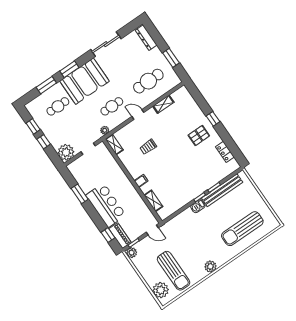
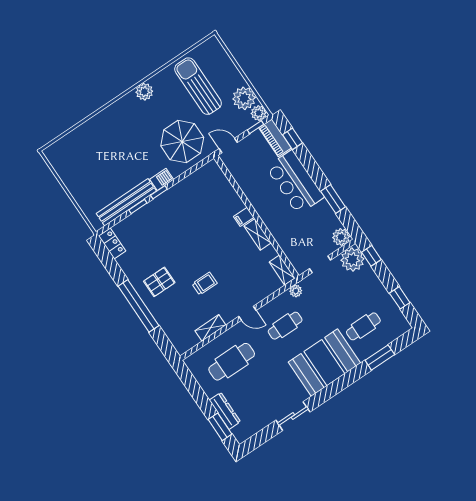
dresser: (146, 38) -> (225, 411), moved
sliding door: (106, 44) -> (293, 416), width x0.73
window: (171, 58) -> (220, 427), moved
window: (69, 69) -> (346, 380), removed
window: (213, 119) -> (138, 306), width x3.17
window: (44, 142) -> (371, 256), moved
trolley: (148, 147) -> (205, 284), moved
locker: (225, 152) -> (112, 244), moved
plant: (74, 168) -> (341, 237), added
shelving: (153, 201) -> (258, 234), moved
sun lounger: (242, 229) -> (97, 146), removed
parasol: (184, 232) -> (182, 142), added
plant: (161, 290) -> (244, 98), moved

